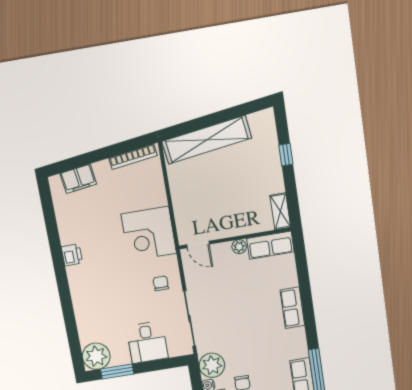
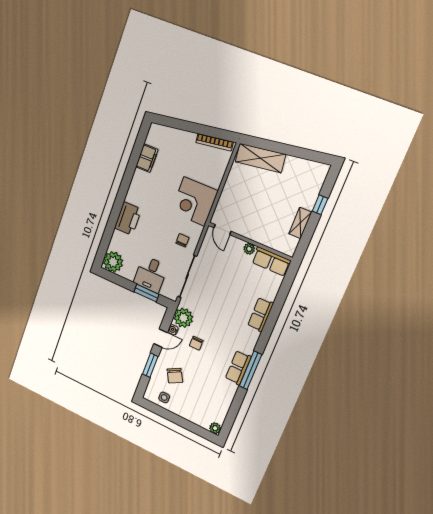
shelving: (207, 140) -> (260, 158), width x0.68
filing cabinet: (78, 179) -> (147, 158), moved, turned -82
shelving: (280, 211) -> (300, 223), moved
printer: (72, 255) -> (128, 219), moved, width x1.87, depth x1.48
window: (117, 372) -> (146, 293), moved

